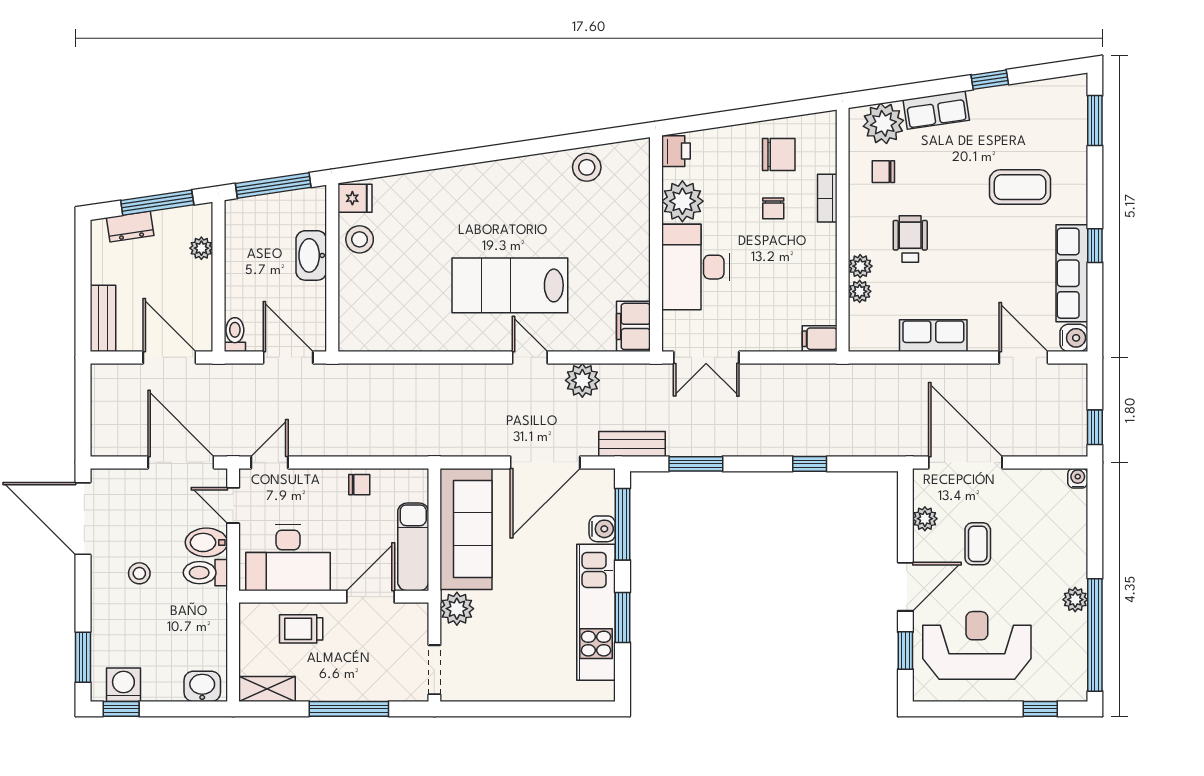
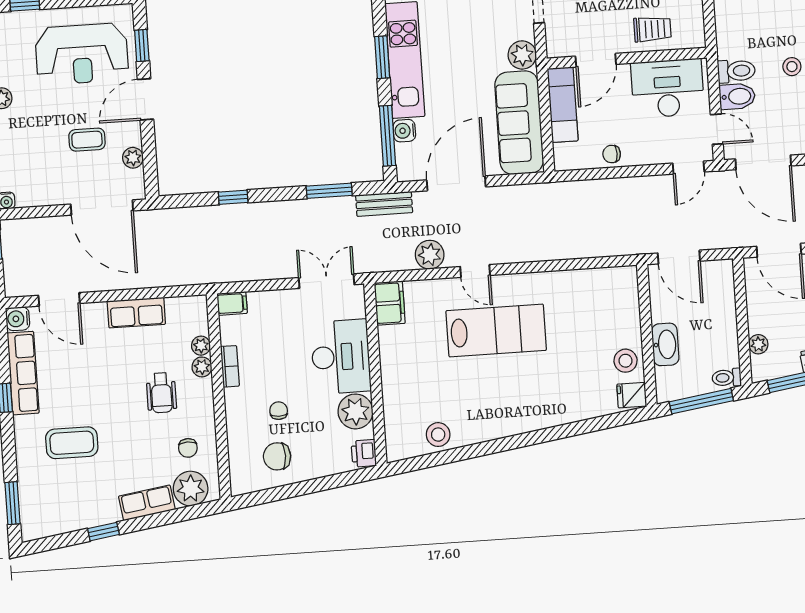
chair: (883, 172) -> (188, 448), turned 90
bookcase: (827, 198) -> (230, 366), moved
toilet: (235, 335) -> (727, 378), moved, turned 90
coffee table: (978, 544) -> (87, 140), turned 90

